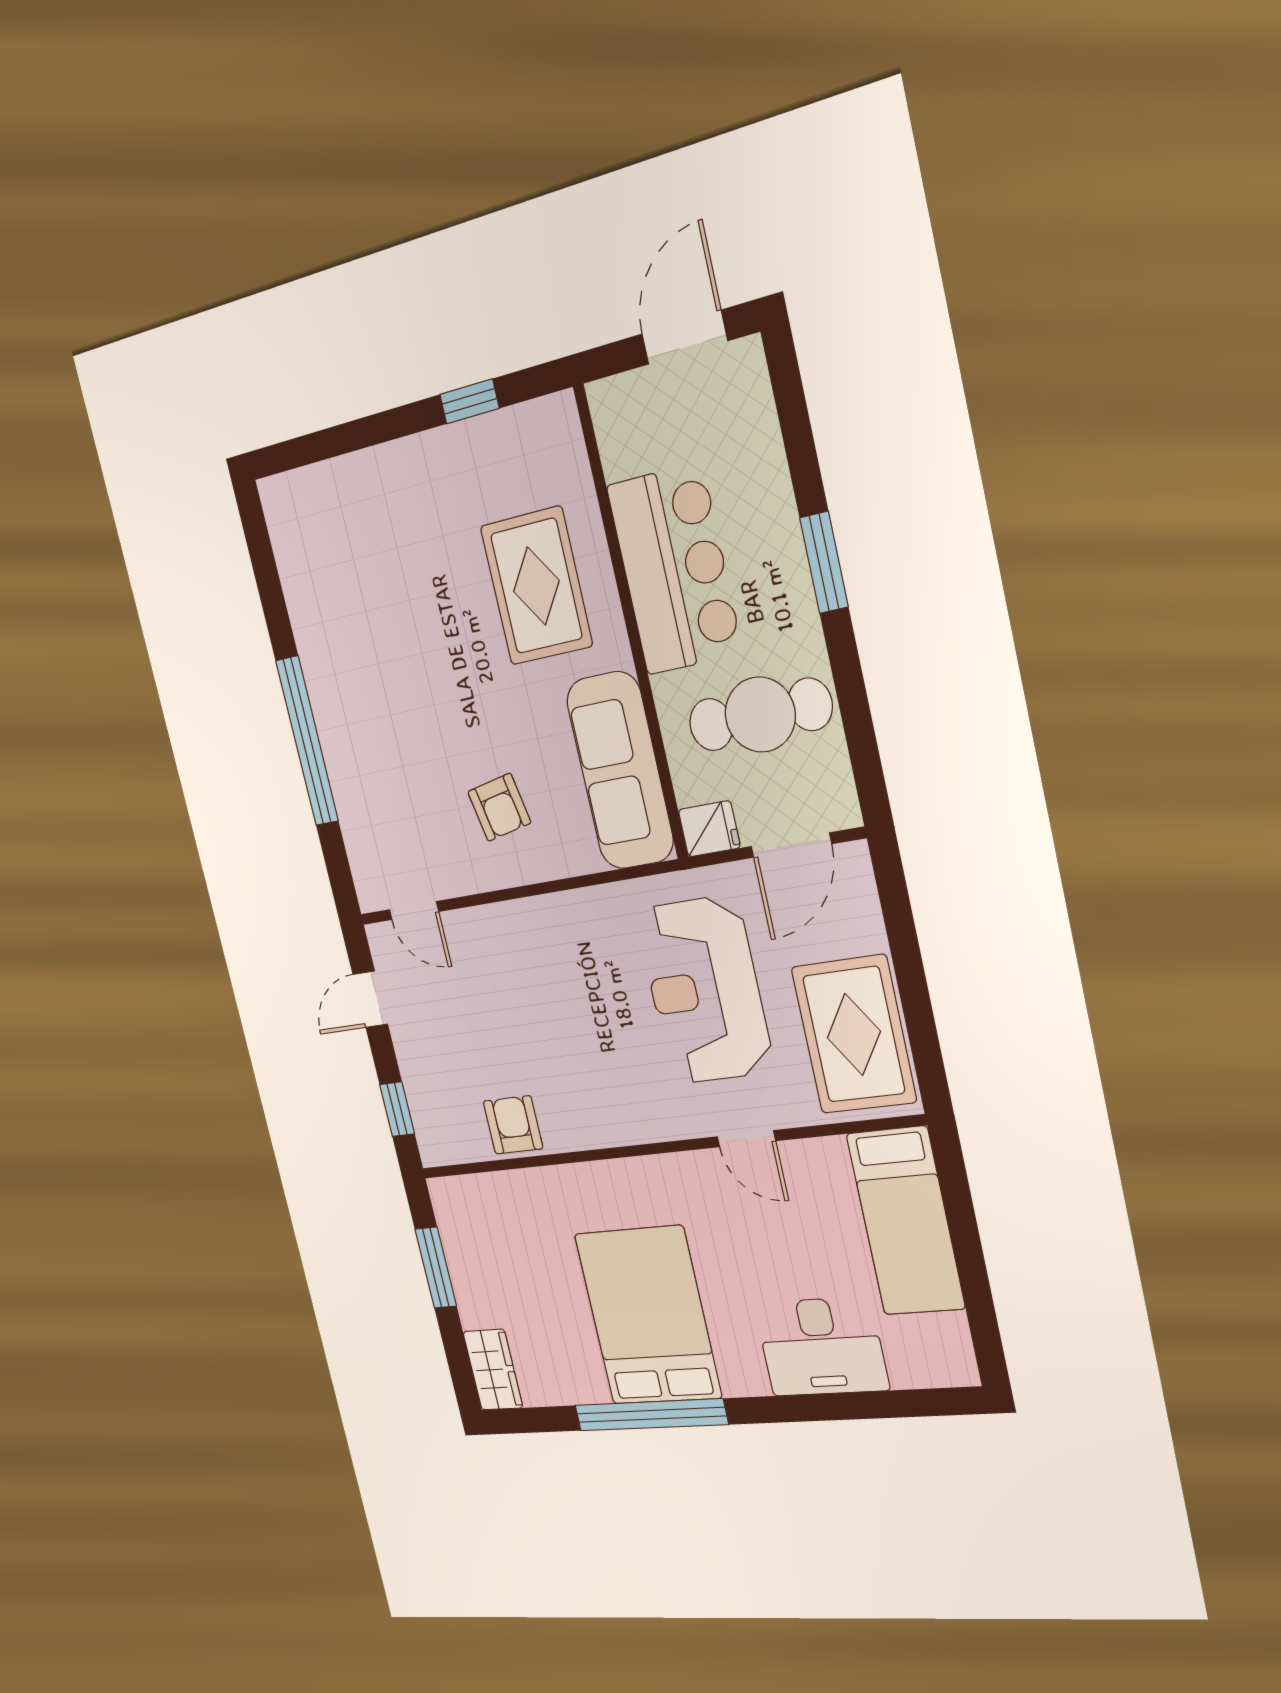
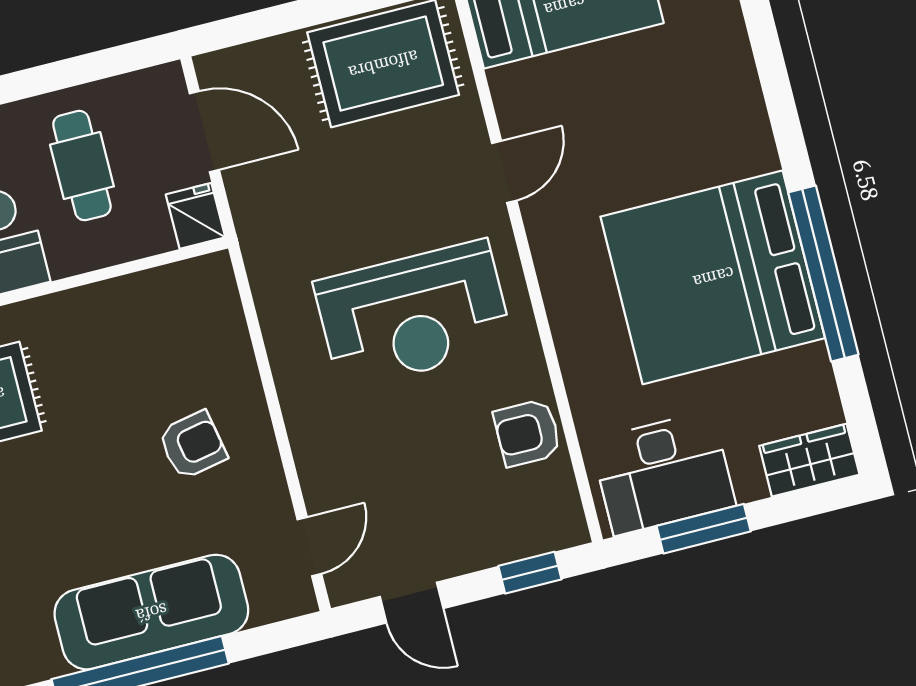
cafe table: (760, 715) -> (82, 166), width x0.73, depth x0.74
sofa: (620, 771) -> (151, 612), moved, turned 180
reception desk: (704, 990) -> (414, 315), moved
bed: (648, 1316) -> (713, 277), width x1.36
desk: (821, 1347) -> (663, 473), moved, turned 90

